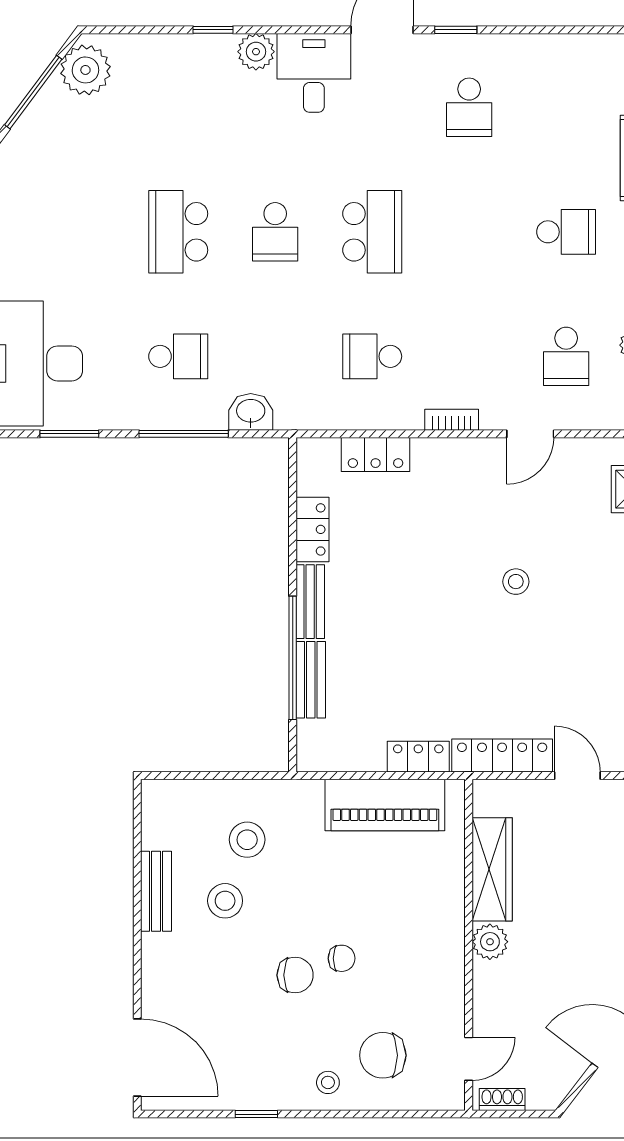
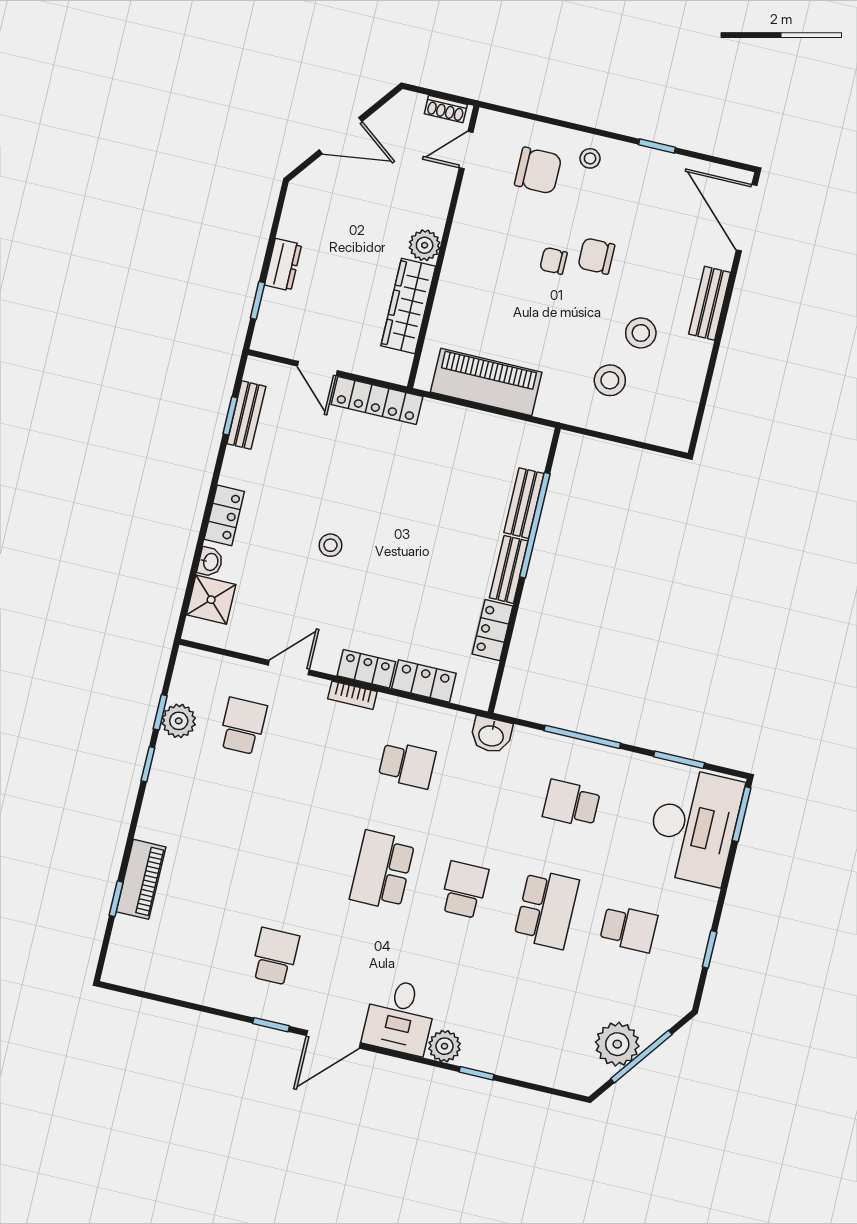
plant: (85, 70) -> (617, 1044), moved
school desk: (566, 232) -> (629, 929), moved, turned 180
washbasin: (251, 412) -> (491, 735), moved
locker: (418, 757) -> (366, 669), moved, turned 180
bench: (156, 891) -> (710, 303), moved

